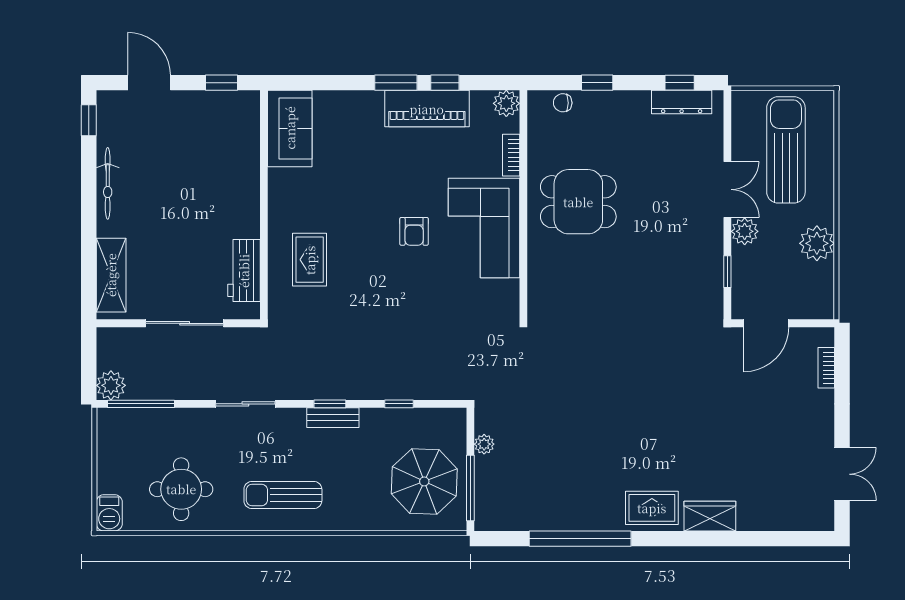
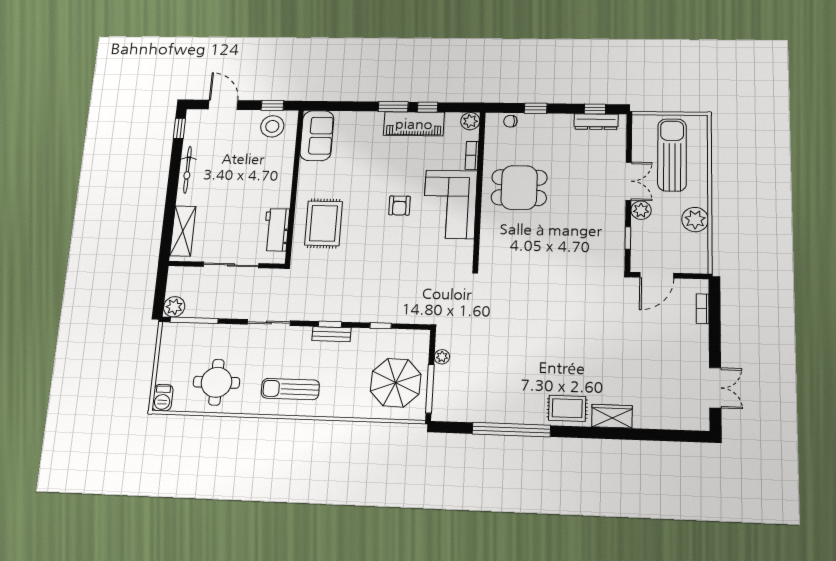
stool: (224, 115) -> (272, 126), added
rug: (310, 260) -> (324, 223), width x1.36, depth x1.43

